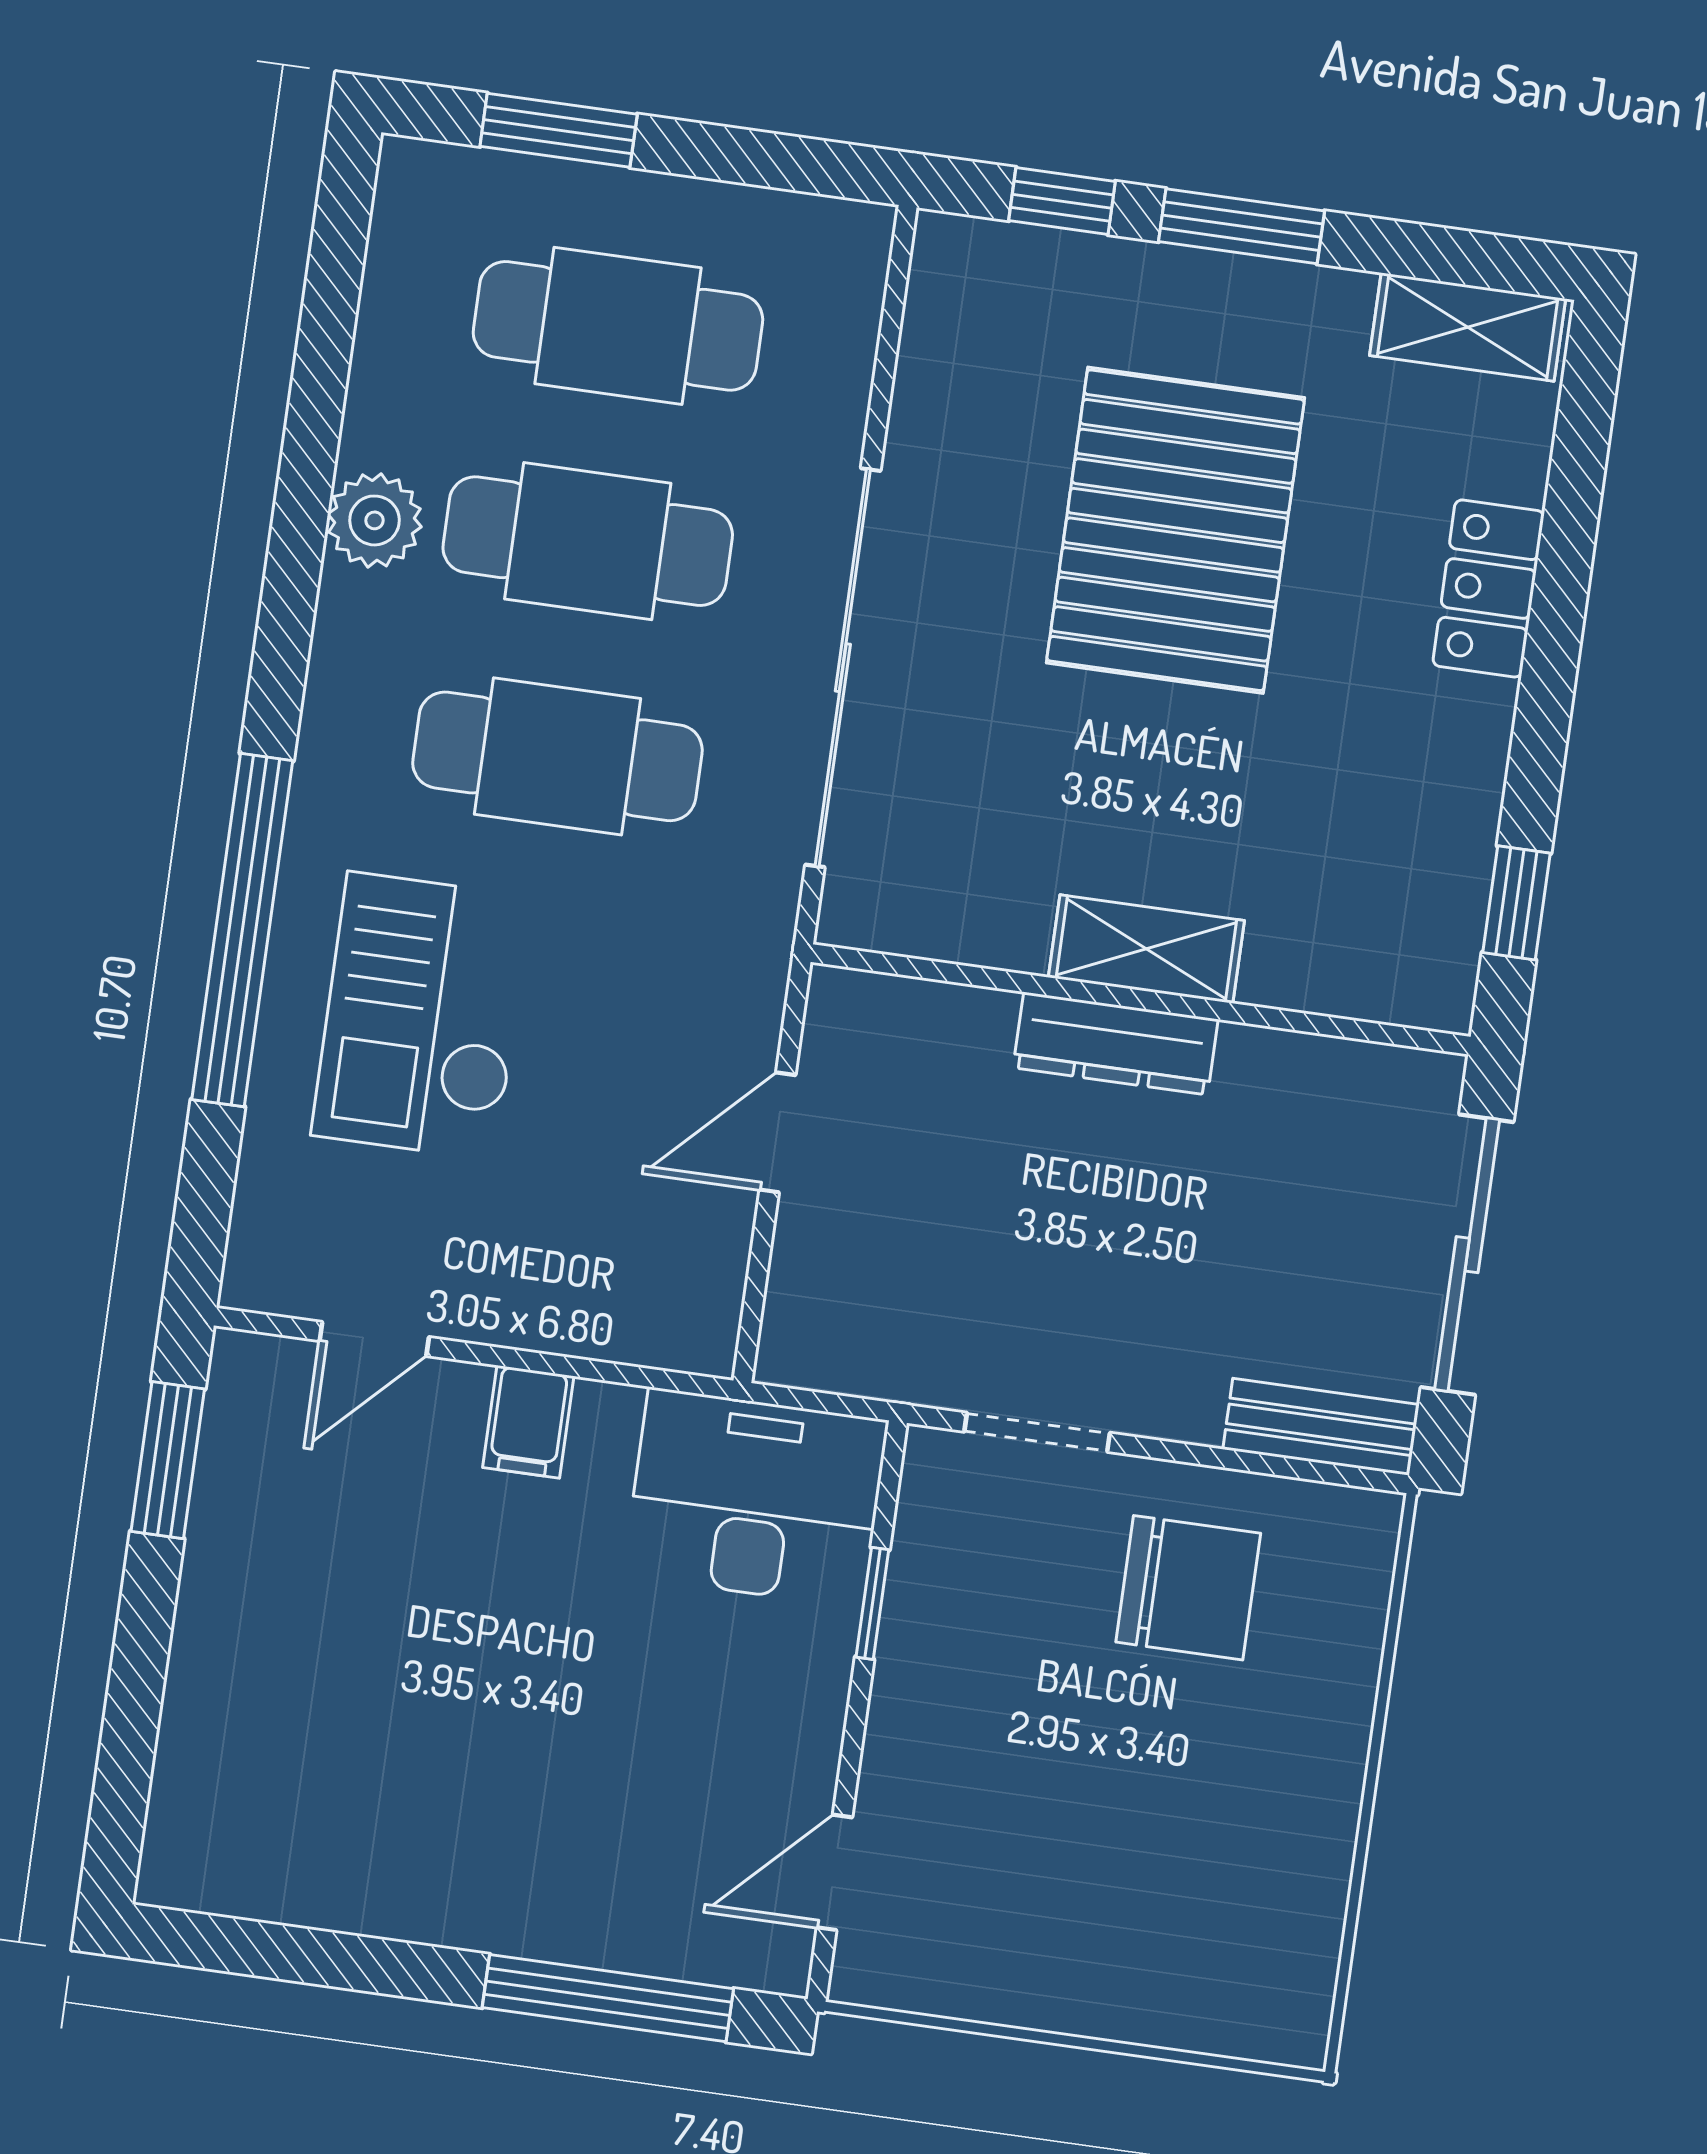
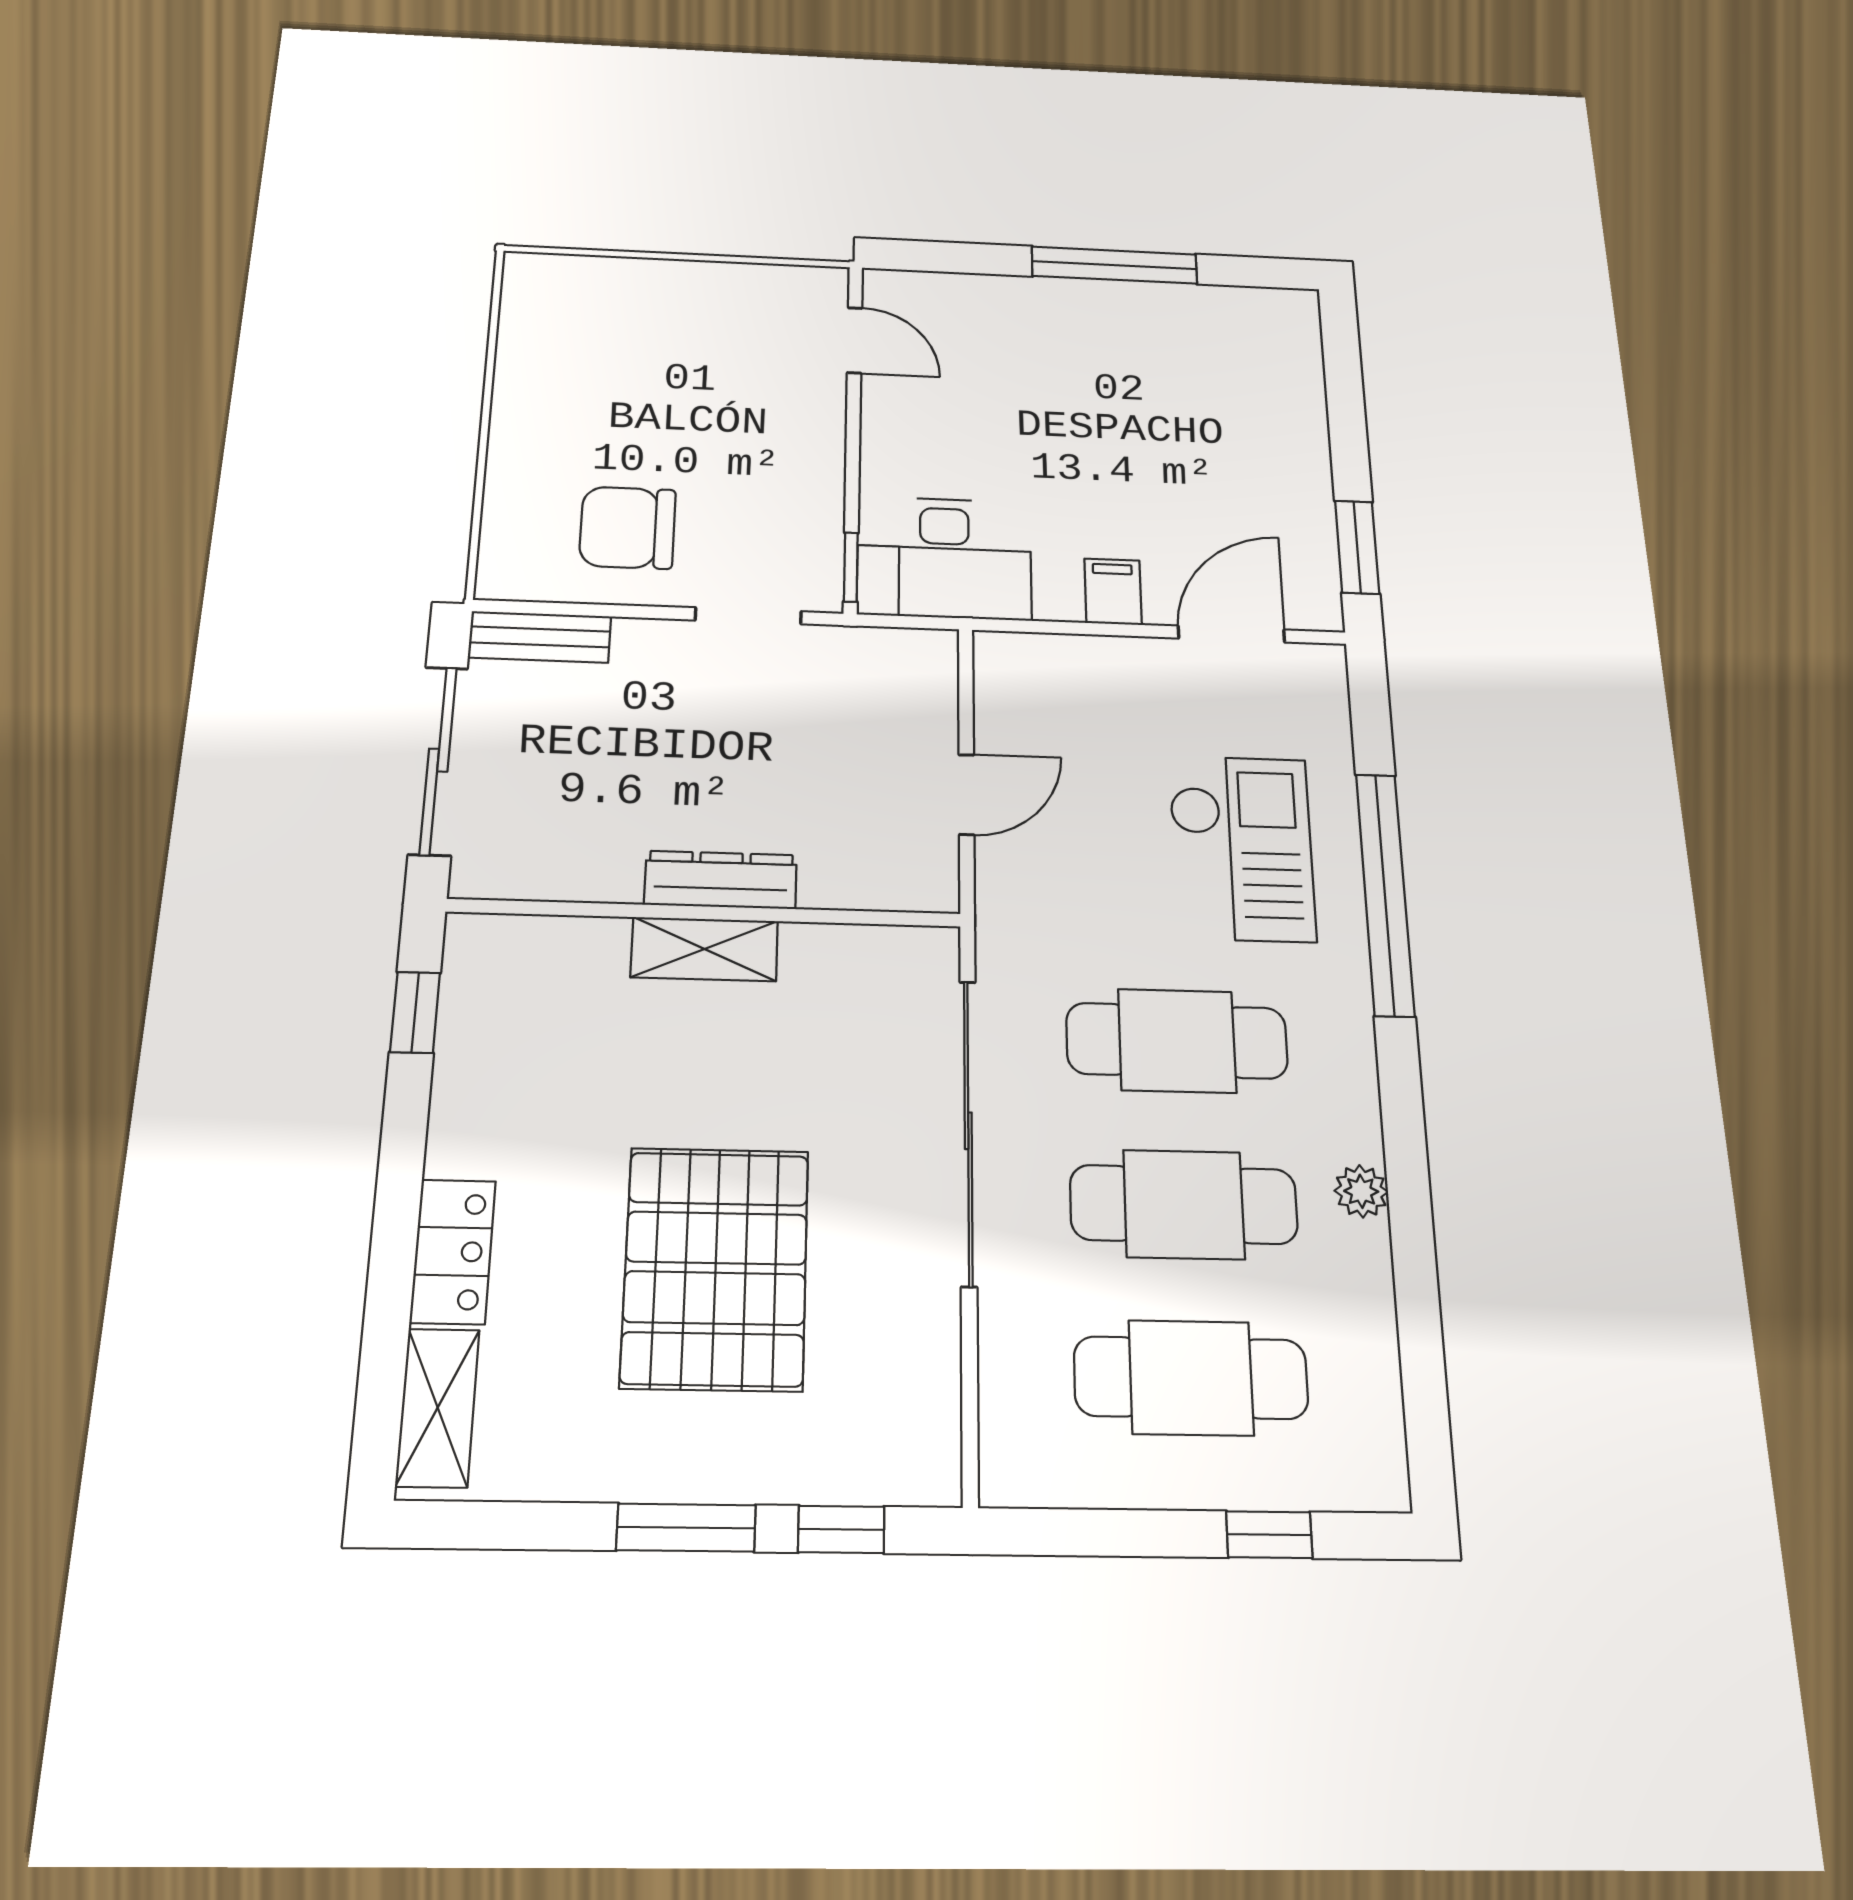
window: (559, 130) -> (1269, 1535), width x0.67
shelving: (1468, 327) -> (438, 1408), moved, turned 90
plant: (375, 520) -> (1361, 1191), width x0.73, depth x0.73
door: (374, 1339) -> (1231, 634), width x1.38
window: (872, 1603) -> (851, 567), moved
door: (835, 1872) -> (855, 340), hinge flipped
window: (608, 1998) -> (1114, 265), moved

